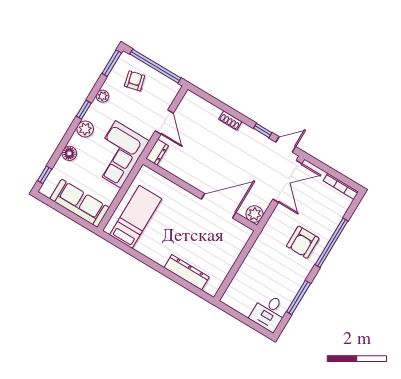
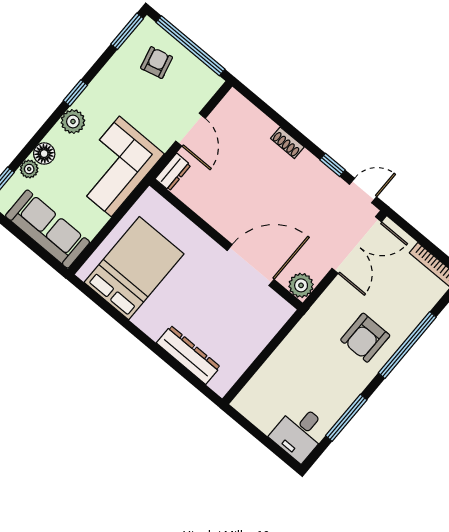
plant: (103, 96) -> (29, 169), moved
bed: (136, 217) -> (134, 268), width x1.50

